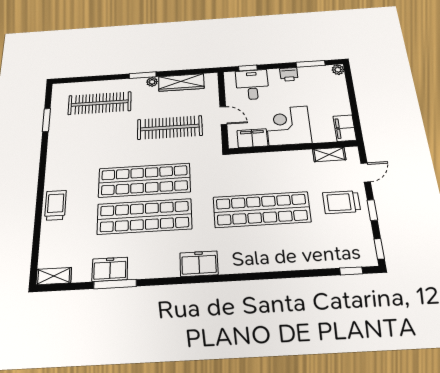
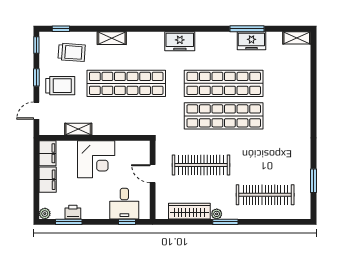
printer: (289, 74) -> (73, 212), moved
filing cabinet: (252, 138) -> (48, 180), moved, turned -90
shelving: (329, 154) -> (78, 129), moved
trolley: (56, 205) -> (72, 52), moved, turned -86
shelving: (285, 263) -> (112, 38), added

